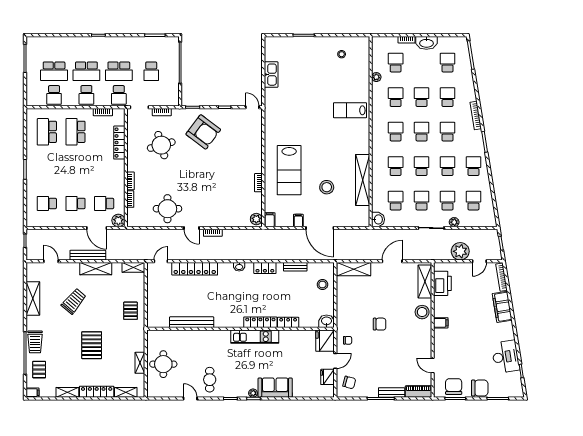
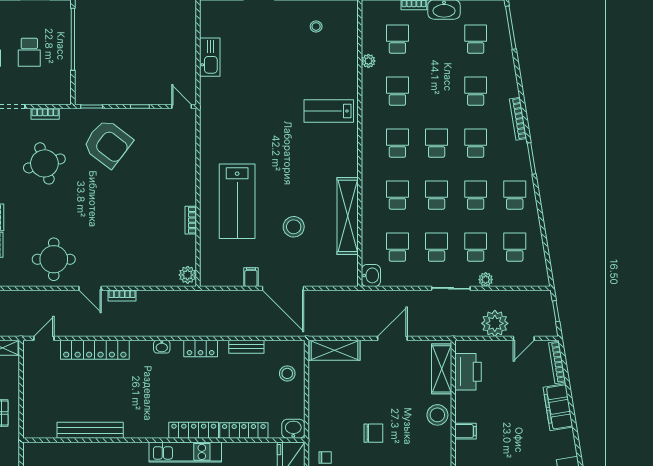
school desk: (422, 97) -> (437, 91), removed
filing cabinet: (270, 220) -> (208, 276), removed
locker: (288, 322) -> (244, 430), width x1.53

